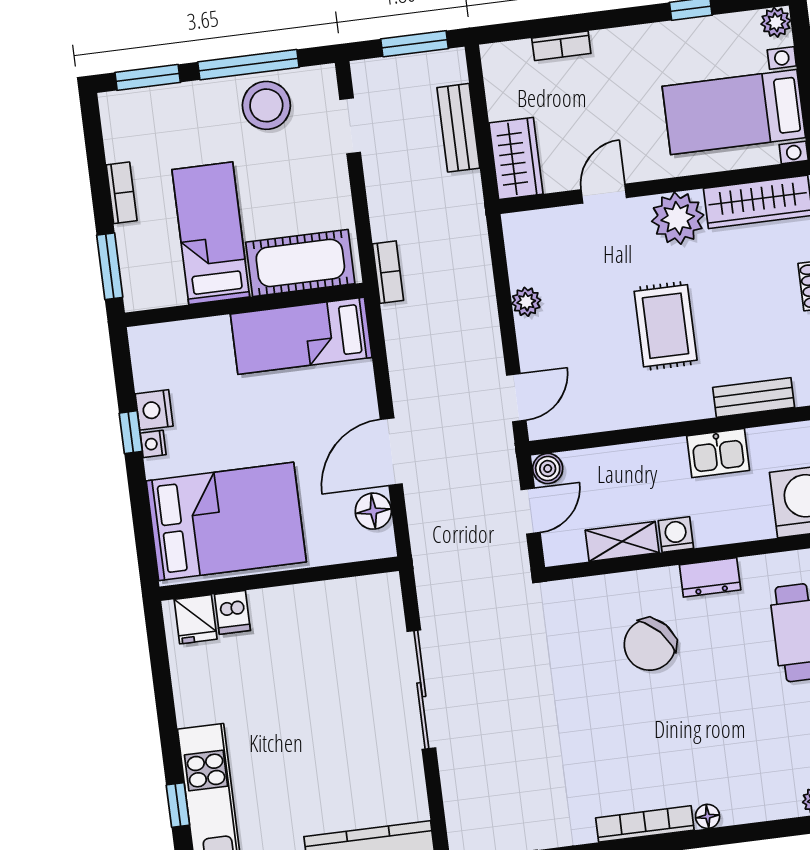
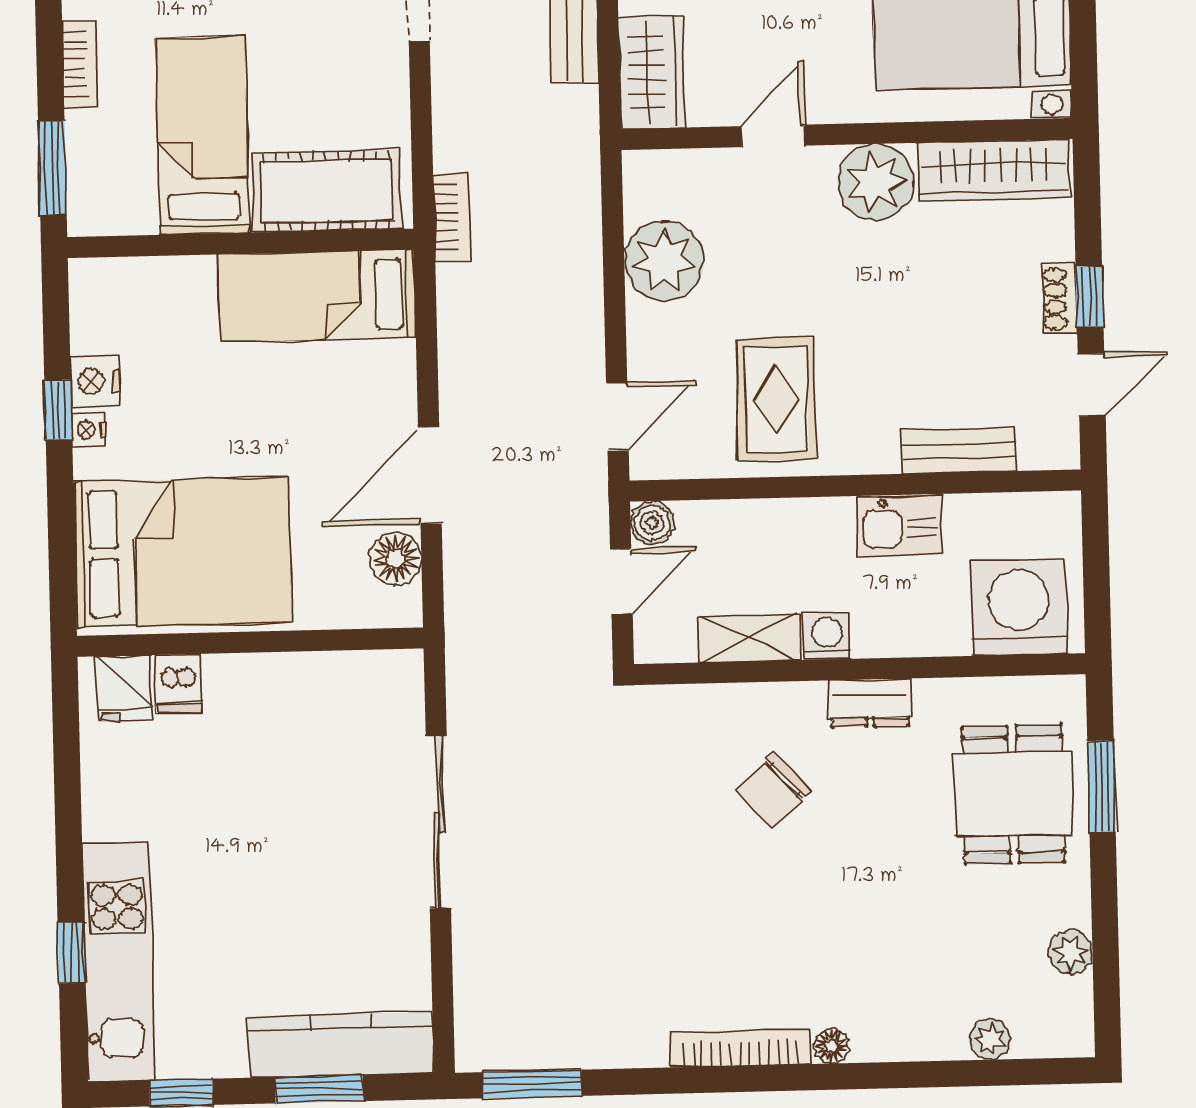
plant: (526, 302) -> (664, 261), width x1.87, depth x1.87
rug: (666, 326) -> (776, 399), moved
chair: (650, 645) -> (773, 791), width x0.73, depth x0.73

